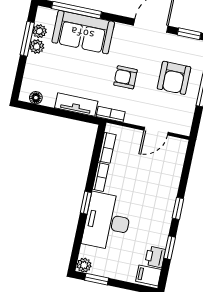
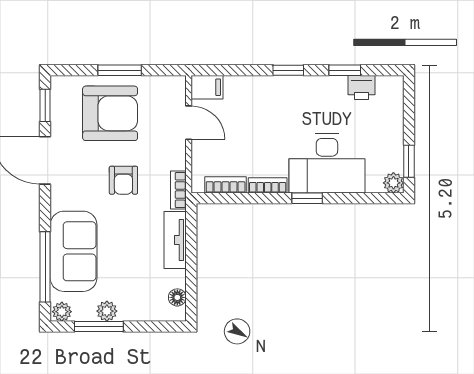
plant: (40, 31) -> (62, 312), moved
armchair: (174, 78) -> (110, 113), width x1.36, depth x1.36
filing cabinet: (149, 275) -> (207, 87), moved, turned -90

